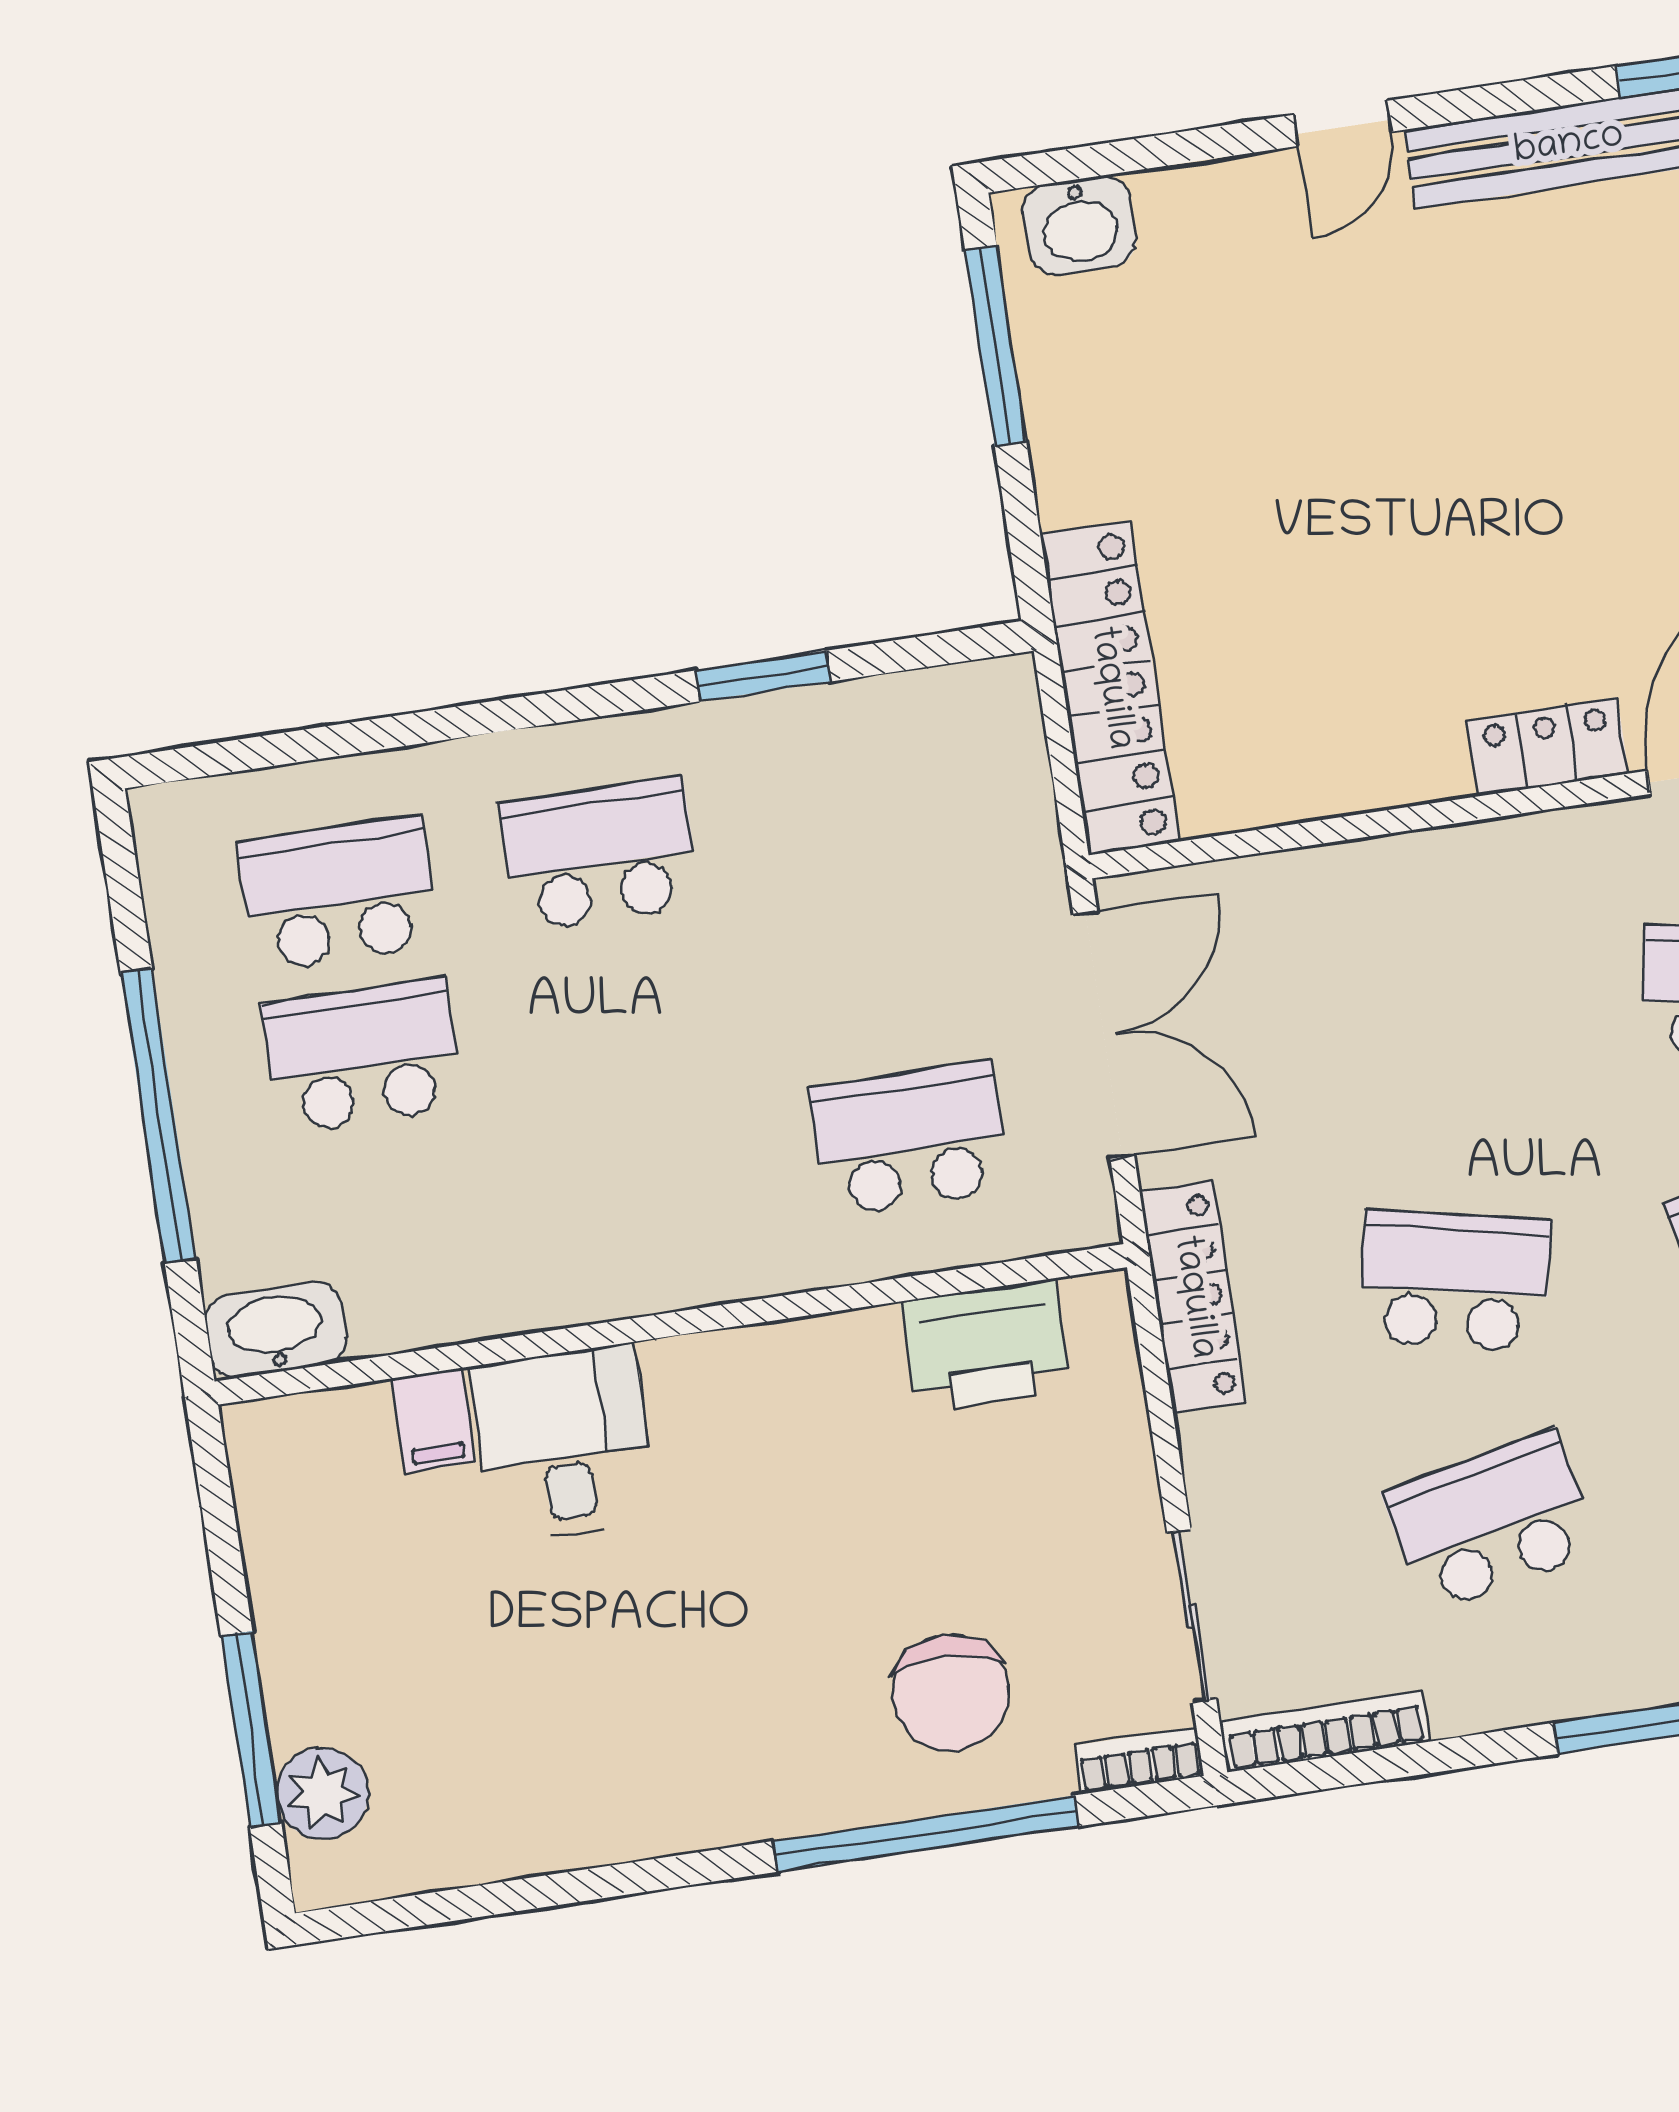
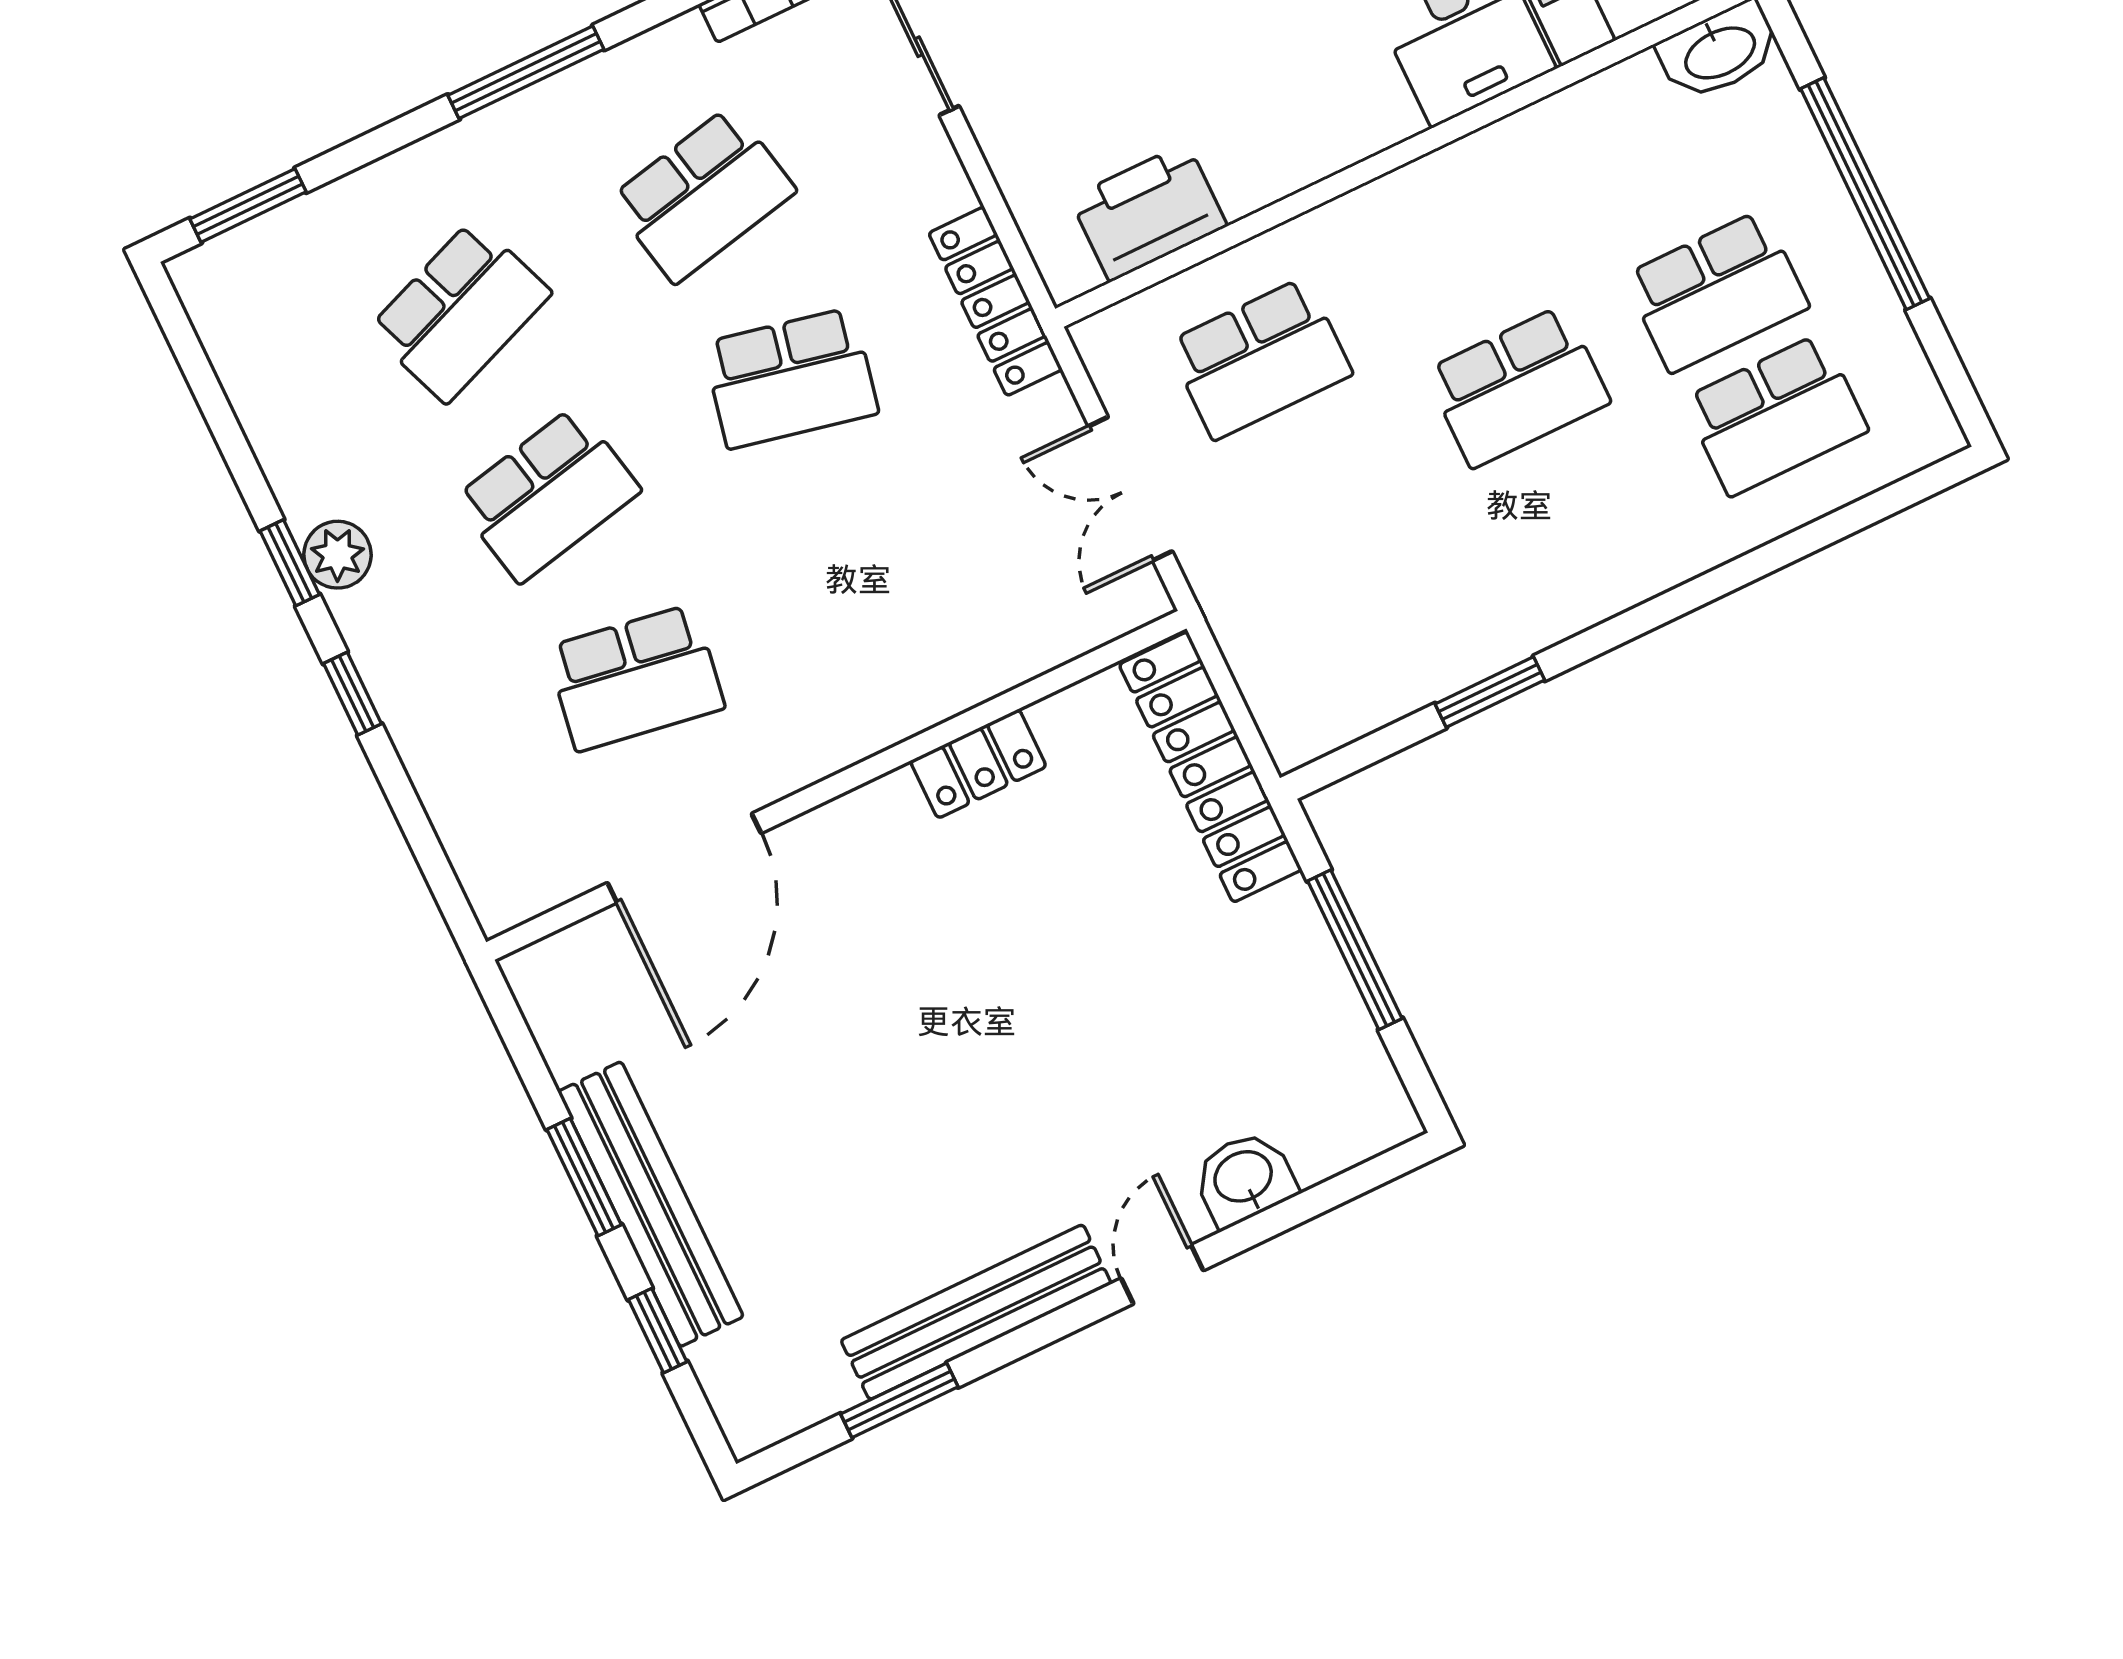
washbasin: (1080, 225) -> (1244, 1178), moved
window: (996, 346) -> (1355, 950), moved
locker: (1547, 747) -> (978, 764), moved
school desk: (600, 854) -> (1518, 387), moved
double door: (1104, 1035) -> (1130, 489), width x0.73

